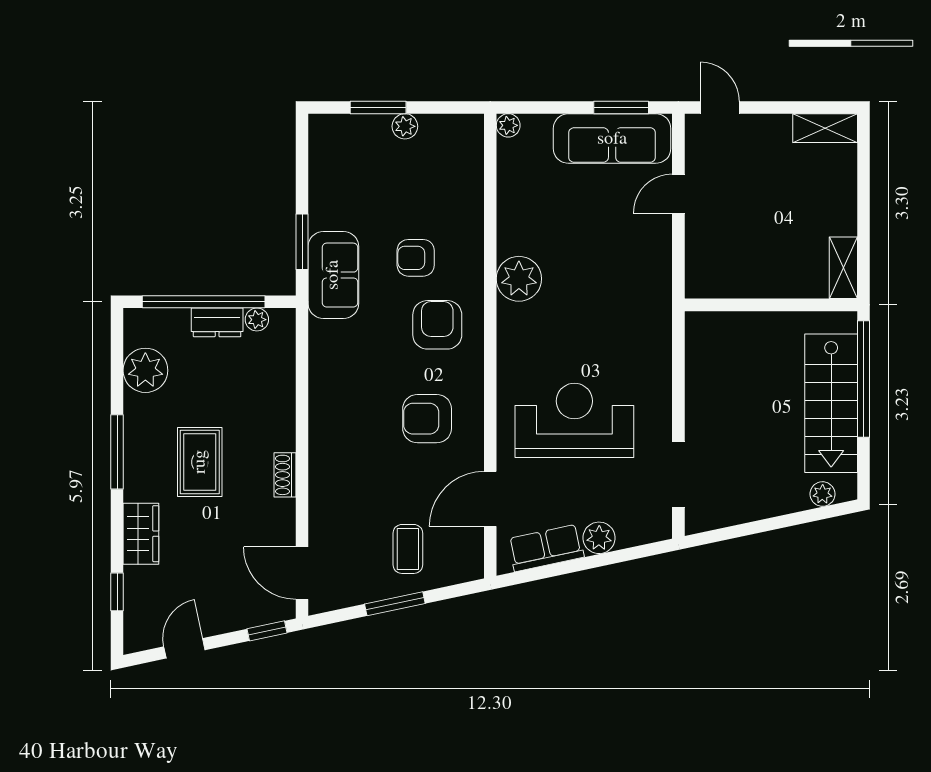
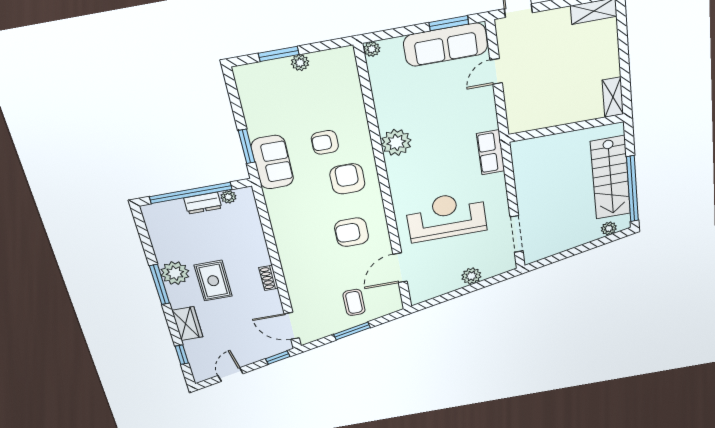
plant: (145, 370) -> (175, 273), moved
window: (863, 379) -> (632, 189), moved
row of seats: (546, 548) -> (491, 152), moved, turned -78

